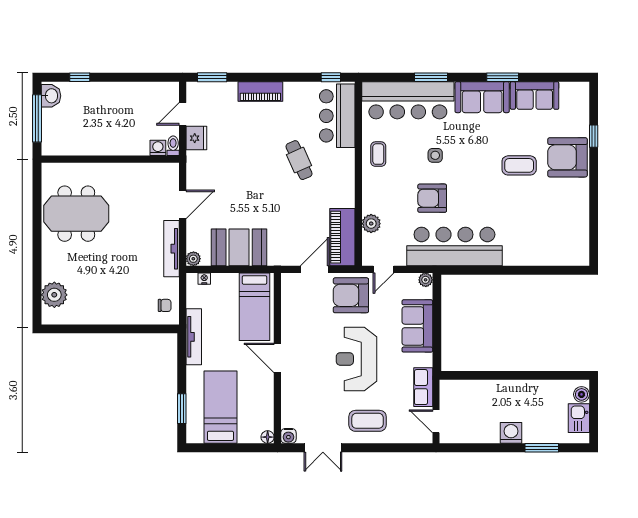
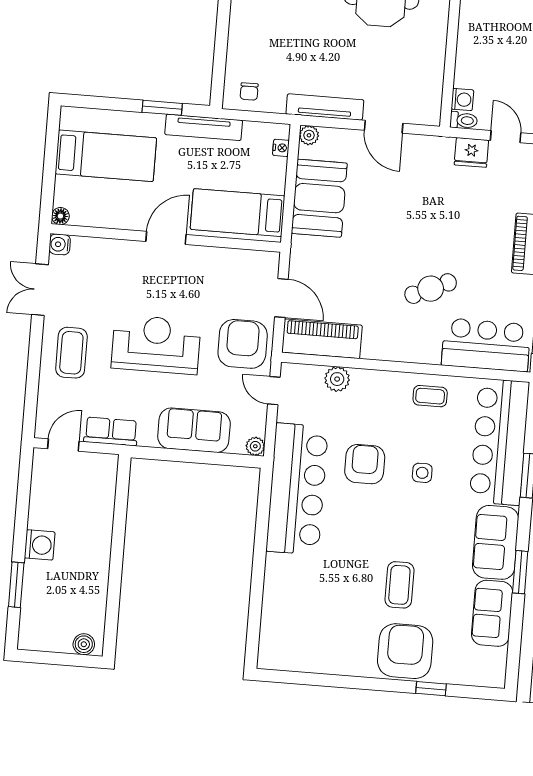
window: (182, 409) -> (162, 108), moved
kitchen sink: (579, 418) -> (52, 638), removed

